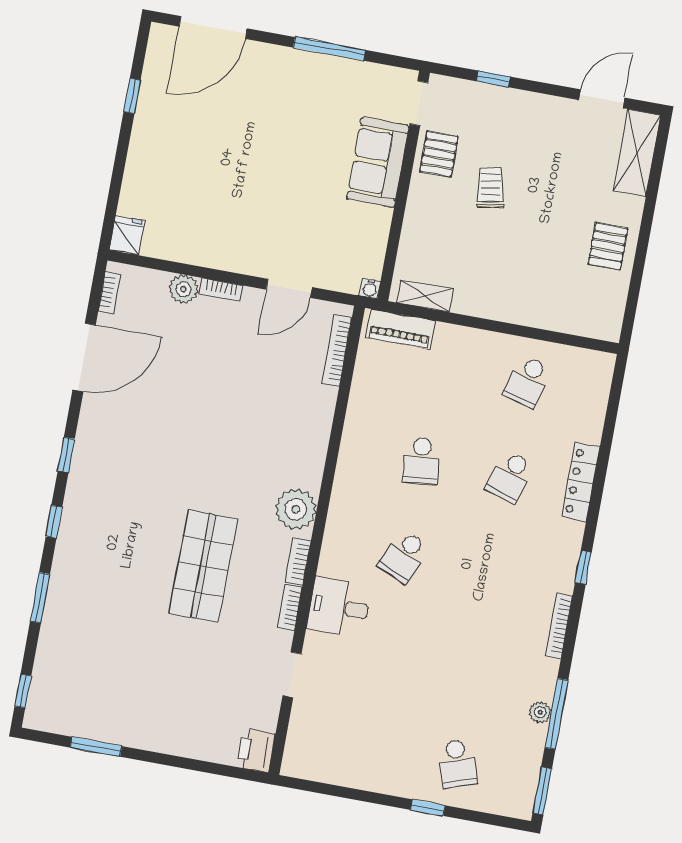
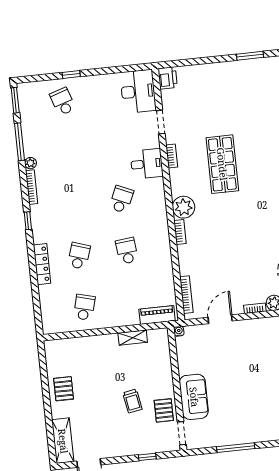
shelving: (425, 296) -> (133, 338), moved
bookcase: (298, 561) -> (180, 232), moved
plant: (540, 712) -> (30, 163), moved
desk: (316, 742) -> (138, 91), added

